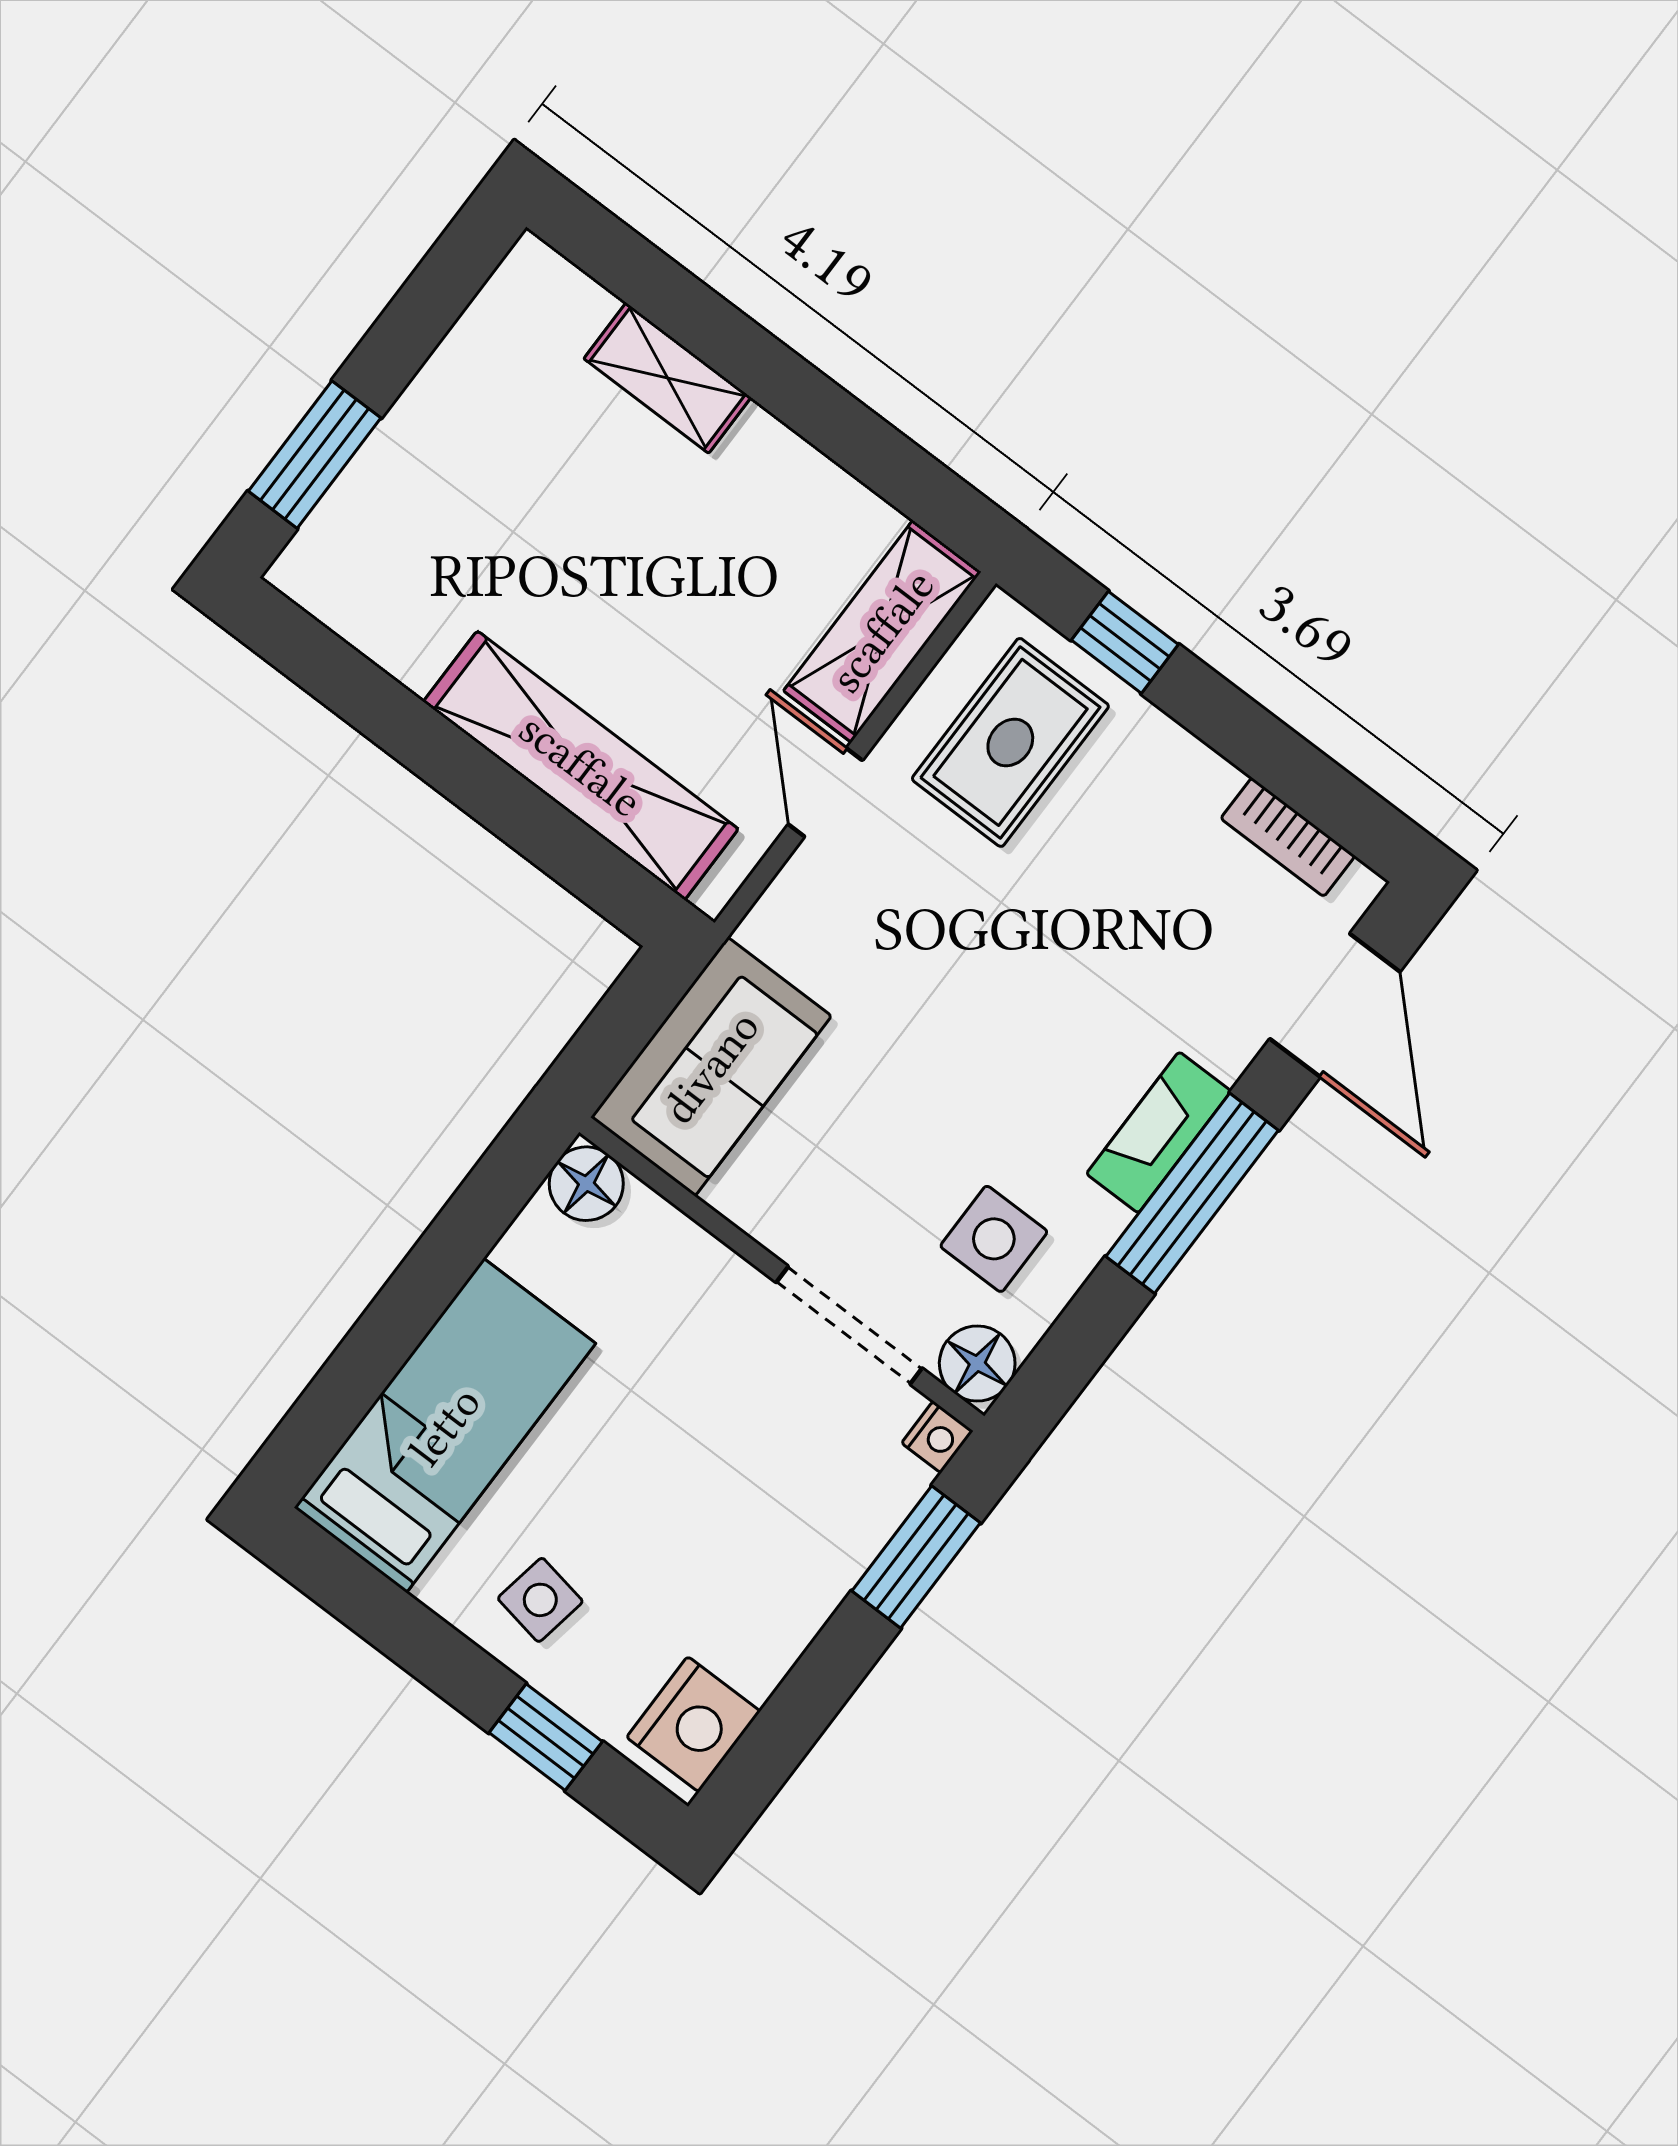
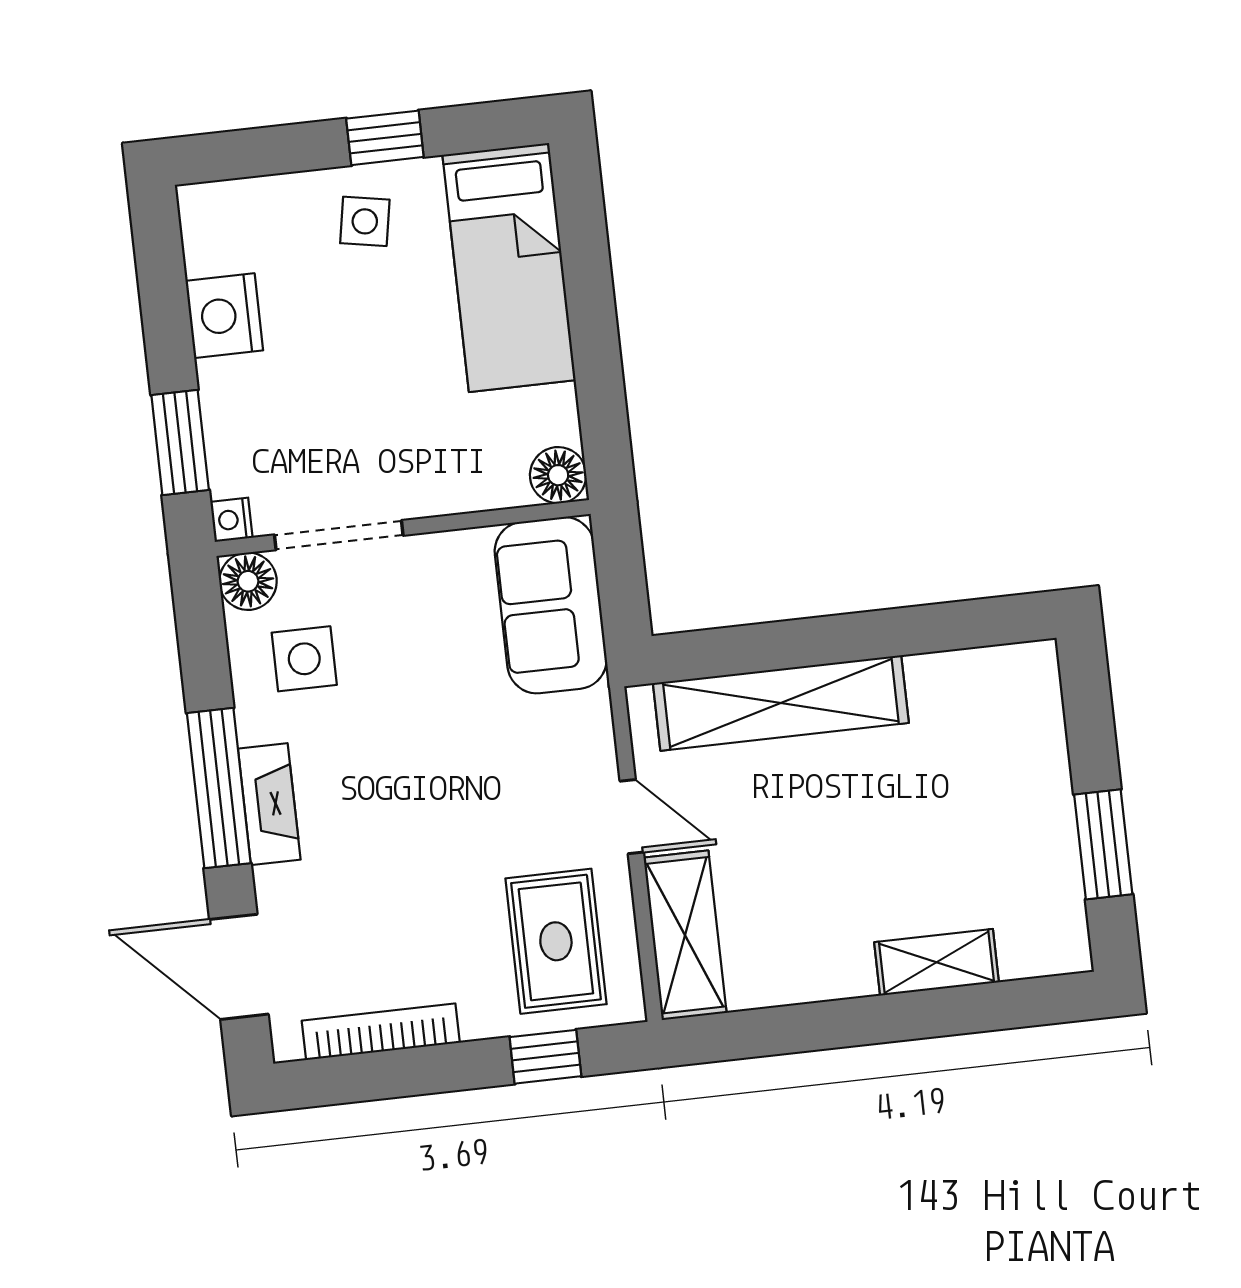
window: (315, 455) -> (1103, 844), moved
bookcase: (1288, 837) -> (381, 1032), width x1.56
nightstand: (693, 1724) -> (224, 316), moved
window: (546, 1737) -> (385, 138), moved

